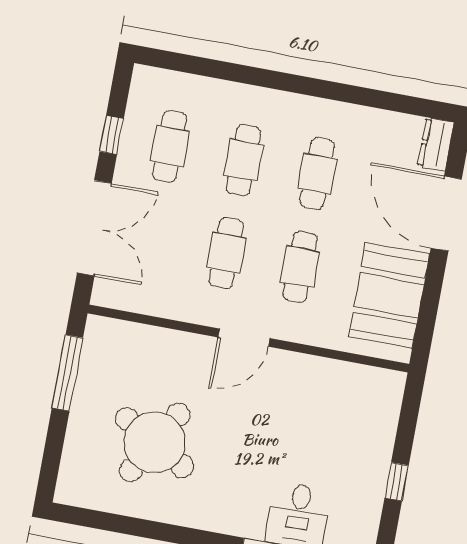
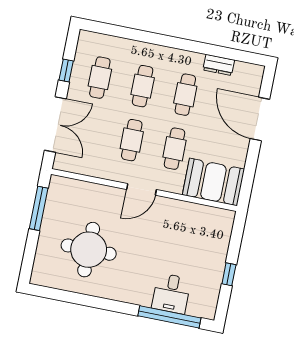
dresser: (436, 144) -> (219, 65), moved, turned -90
booth: (389, 295) -> (213, 182), moved, turned 90
round table: (155, 443) -> (89, 250), turned -30

